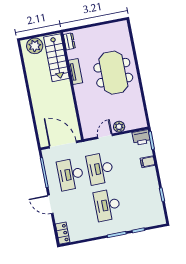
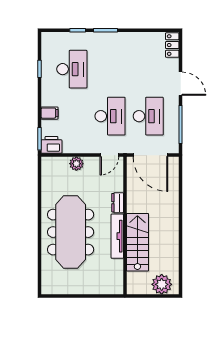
dresser: (69, 41) -> (118, 203), moved
stairs: (57, 58) -> (137, 242), moved
tv unit: (75, 71) -> (117, 236), width x1.41
meeting table: (113, 73) -> (71, 232), width x1.36
door: (105, 136) -> (109, 155), moved
desk: (107, 205) -> (72, 69), moved

